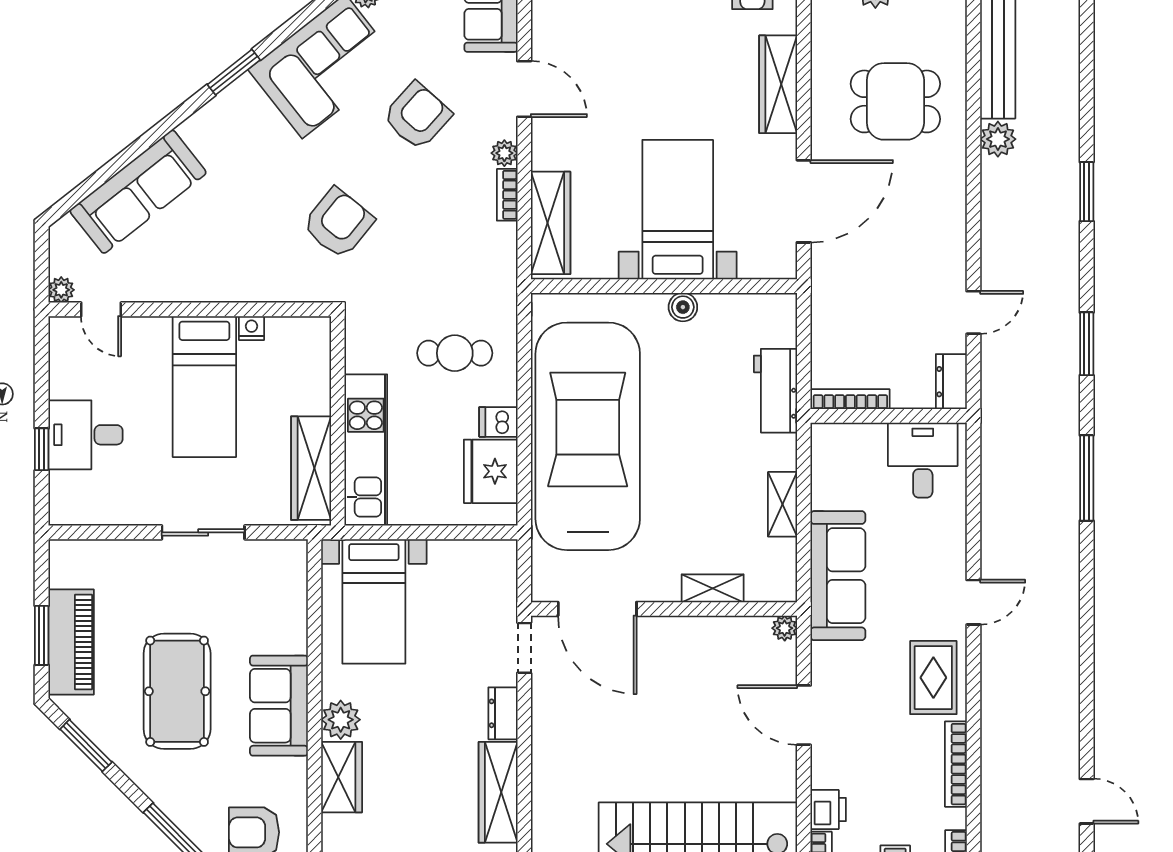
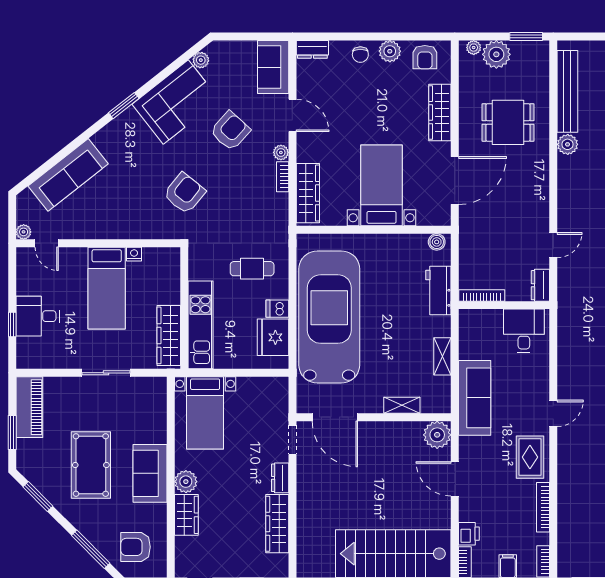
boiler: (683, 307) -> (437, 242), moved
plant: (785, 628) -> (437, 435), width x1.88, depth x1.88
piano: (71, 642) -> (29, 407), moved

